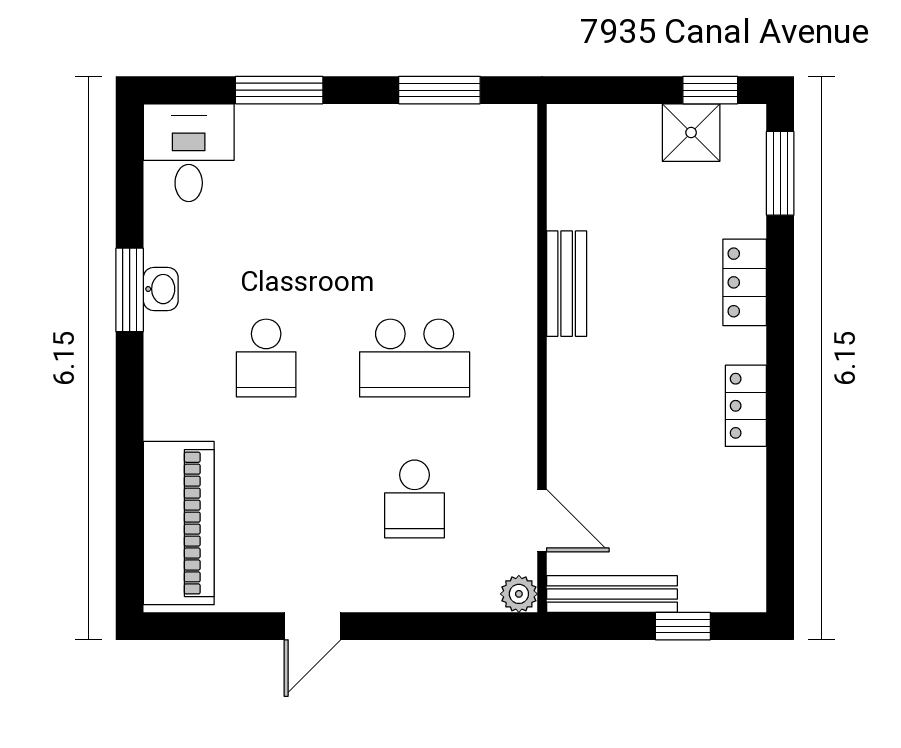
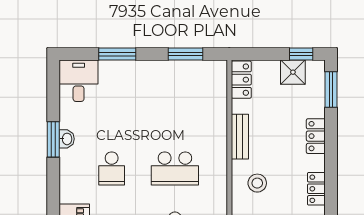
locker: (570, 150) -> (241, 80), added
stool: (607, 393) -> (257, 183), added

